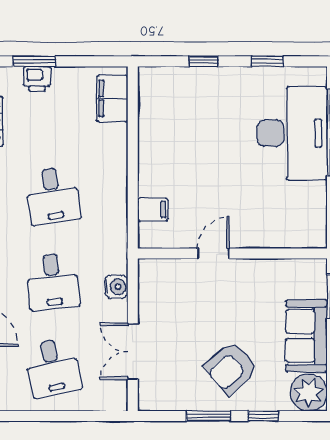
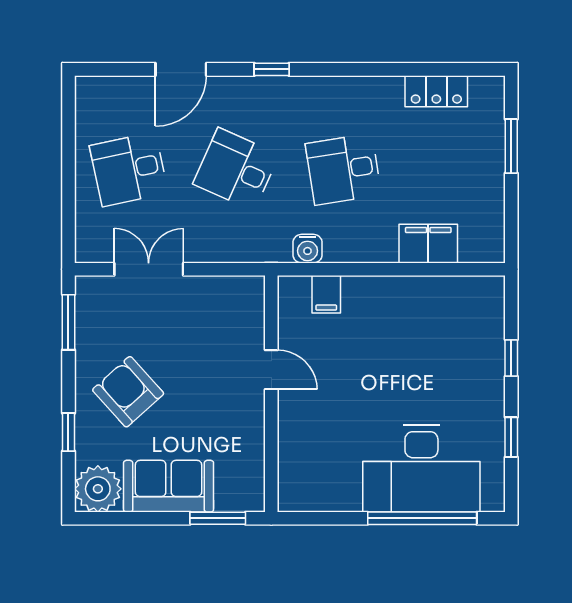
printer: (37, 79) -> (490, 150), removed
filing cabinet: (112, 98) -> (428, 244), moved
desk: (53, 282) -> (236, 169), turned 30
water cooler: (116, 287) -> (308, 249), moved
window: (208, 416) -> (68, 322), moved

